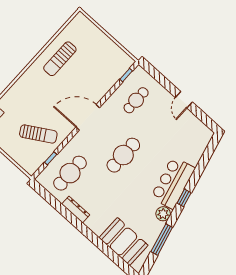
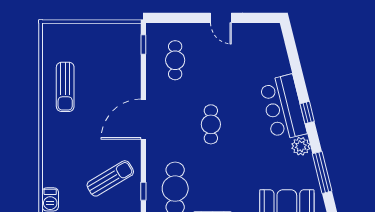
cafe table: (123, 155) -> (211, 124), width x0.73, depth x0.74

